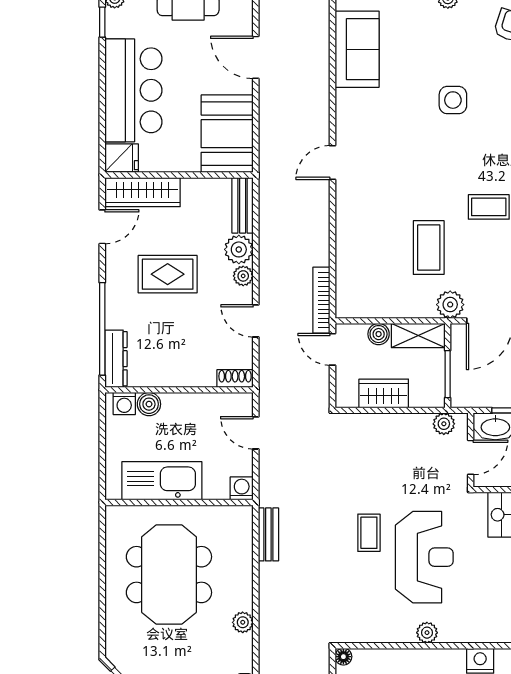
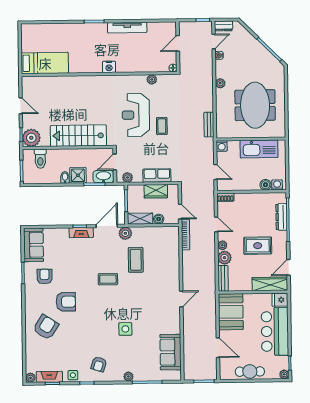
dresser: (116, 359) -> (281, 217), moved
row of seats: (381, 427) -> (157, 175), added
plant: (427, 633) -> (152, 79), moved

